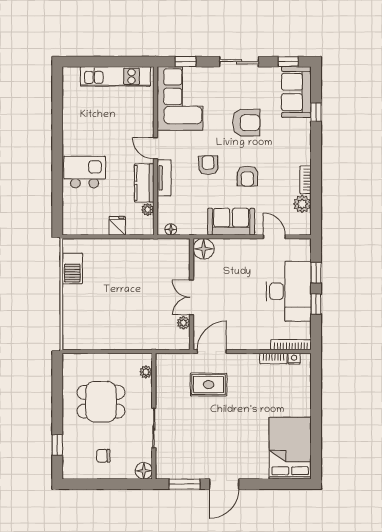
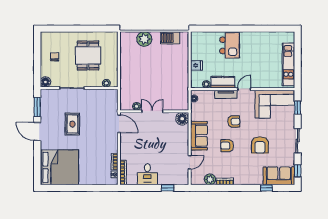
desk: (289, 291) -> (147, 174), width x0.53, depth x0.77
window: (316, 304) -> (148, 188), removed
plant: (74, 310) -> (144, 39), added
rug: (209, 385) -> (72, 124), moved
window: (57, 445) -> (61, 29), removed
bed: (290, 448) -> (59, 167), width x1.36

